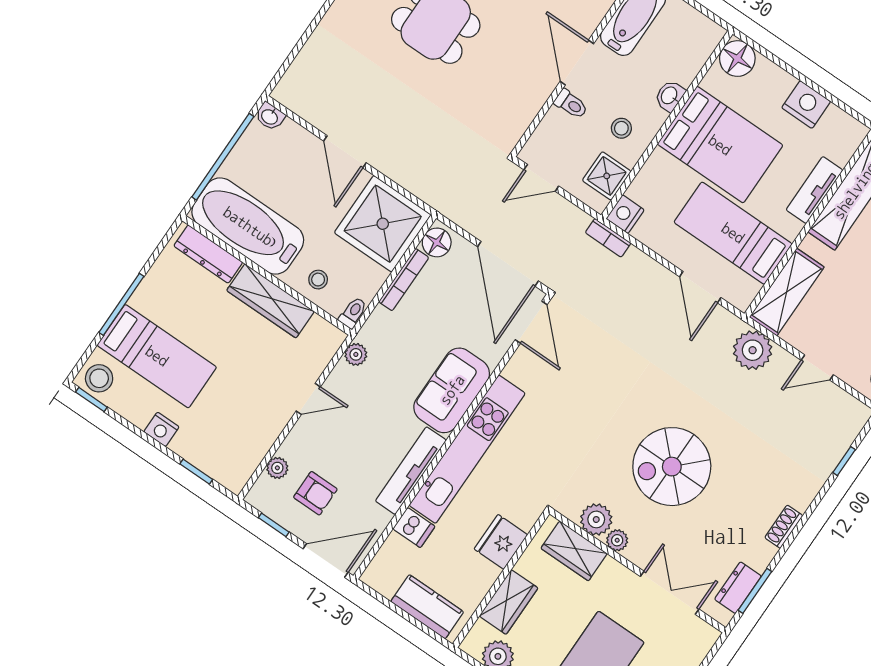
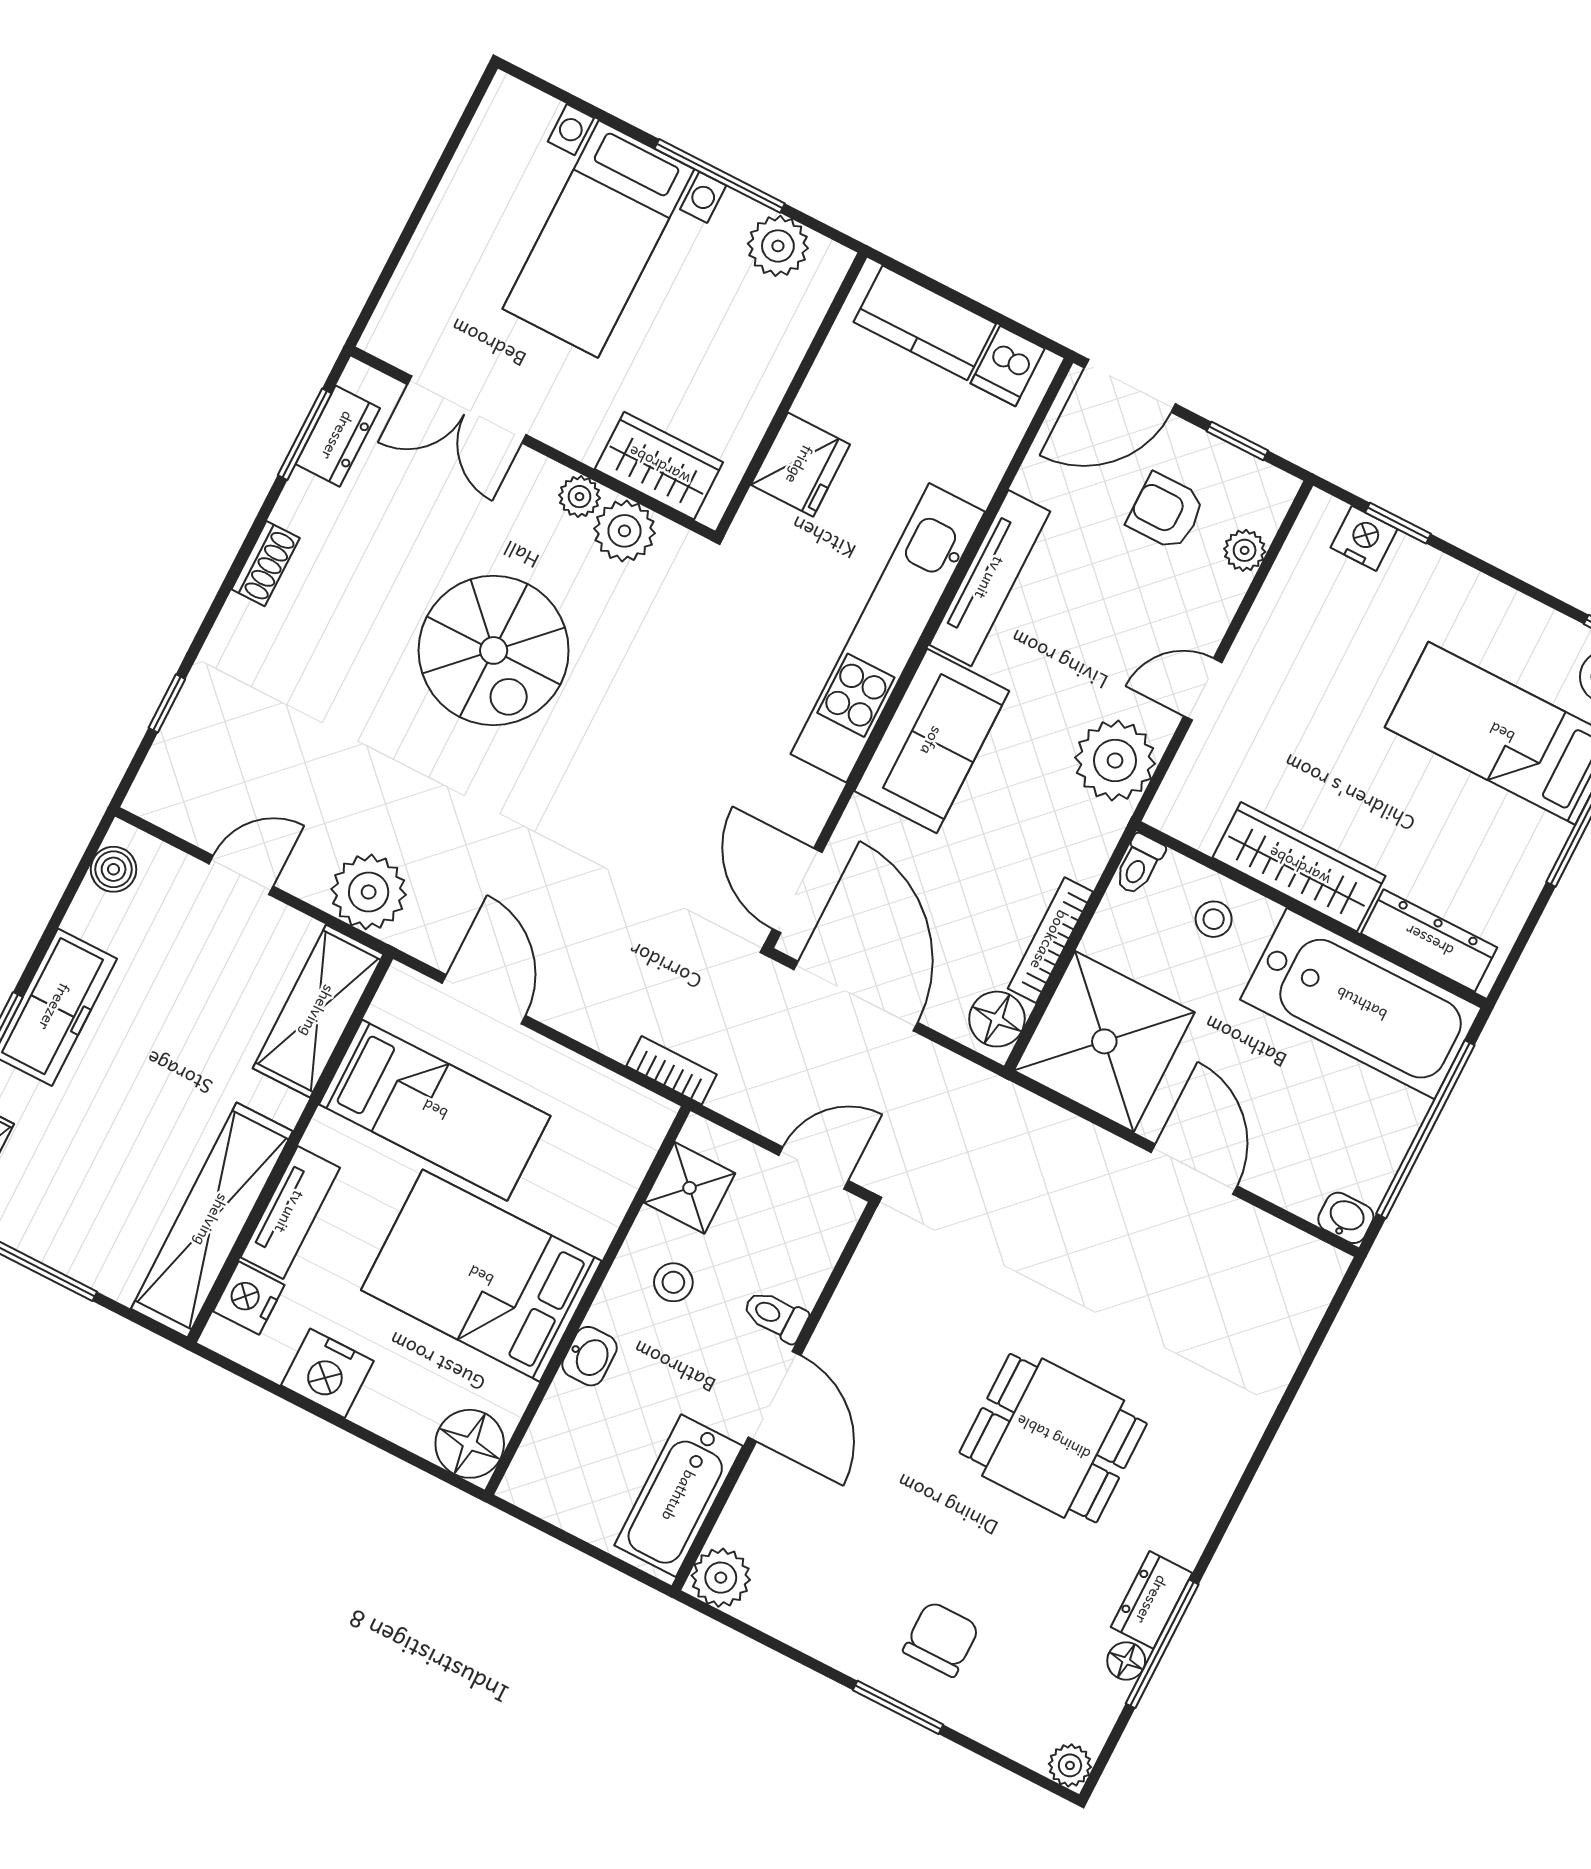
nightstand: (625, 214) -> (249, 1298), moved, turned 180
plant: (356, 354) -> (1115, 761), width x1.87, depth x1.87
nightstand: (161, 429) -> (1364, 538), moved
spiral stairs: (672, 467) -> (494, 650), turned 90
dishwasher: (414, 528) -> (1008, 366), moved, turned -90
wardrobe: (509, 602) -> (771, 352), removed

